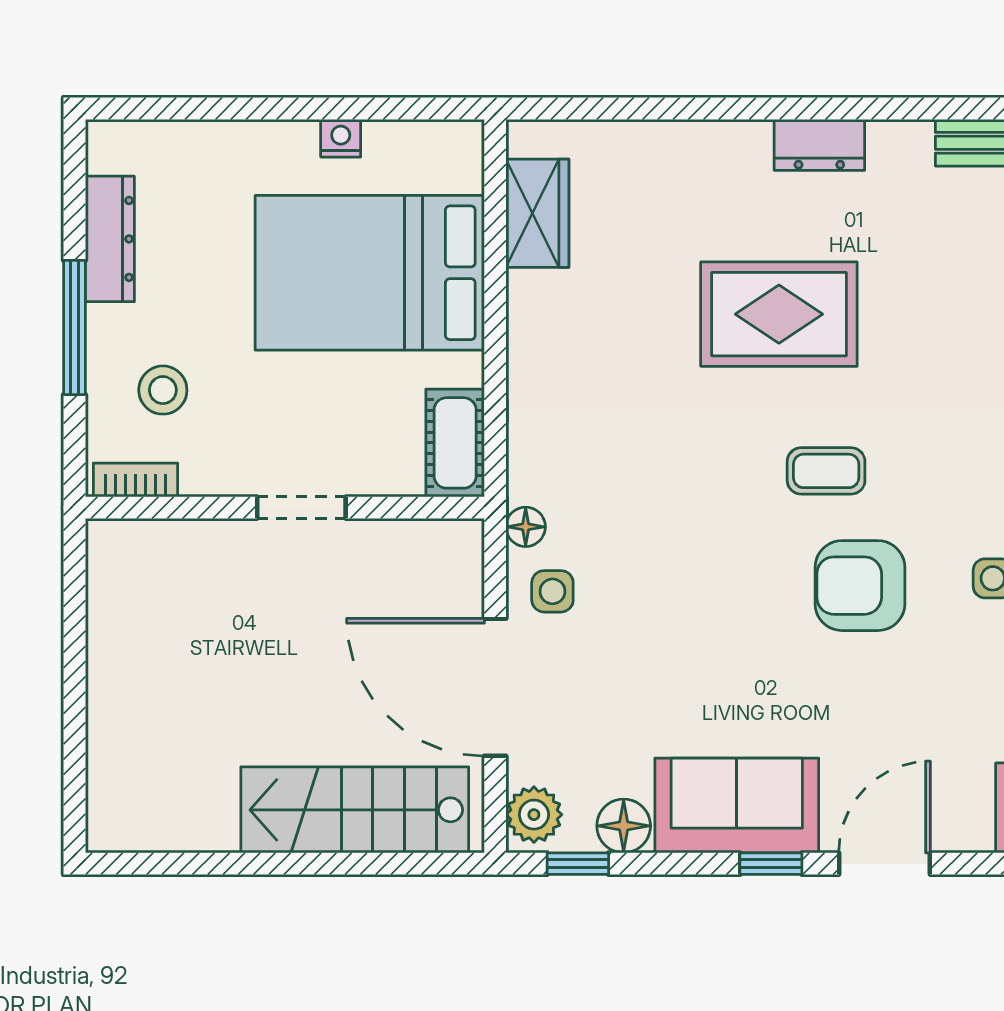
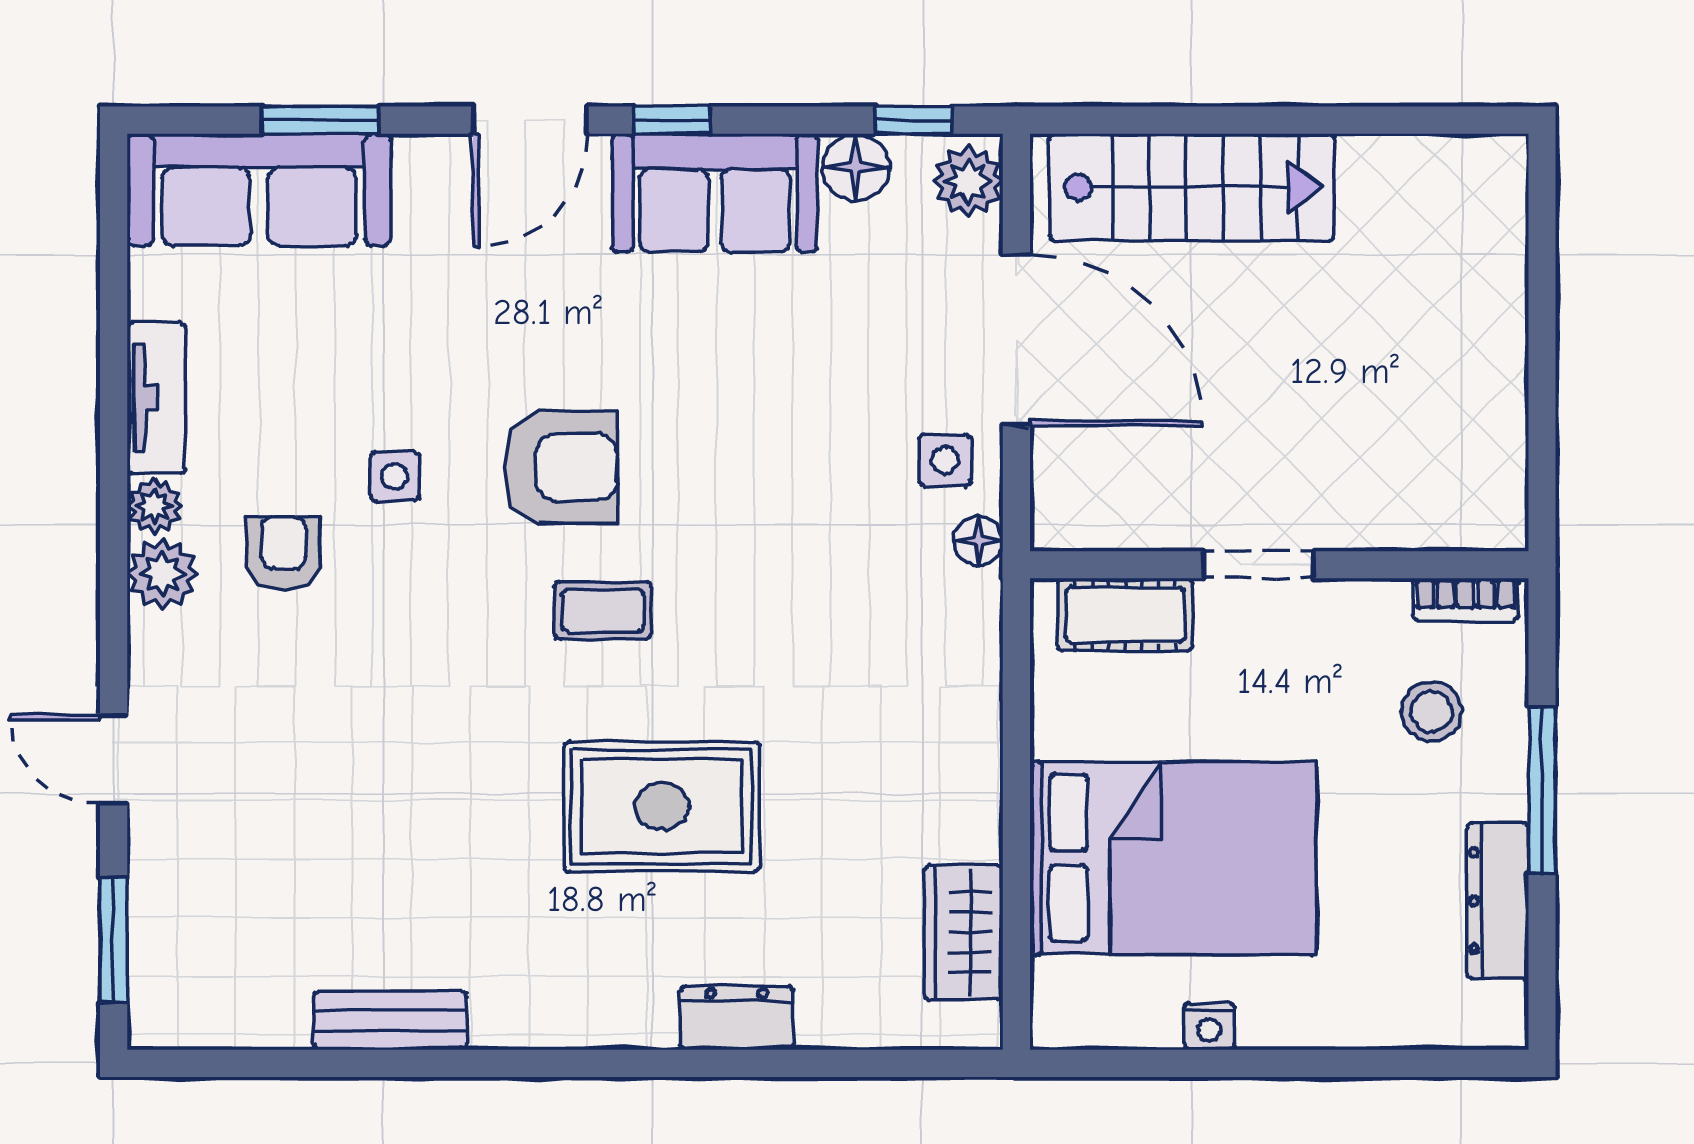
dresser: (819, 145) -> (737, 1018), moved
cot: (455, 443) -> (1125, 615), moved, turned 90

